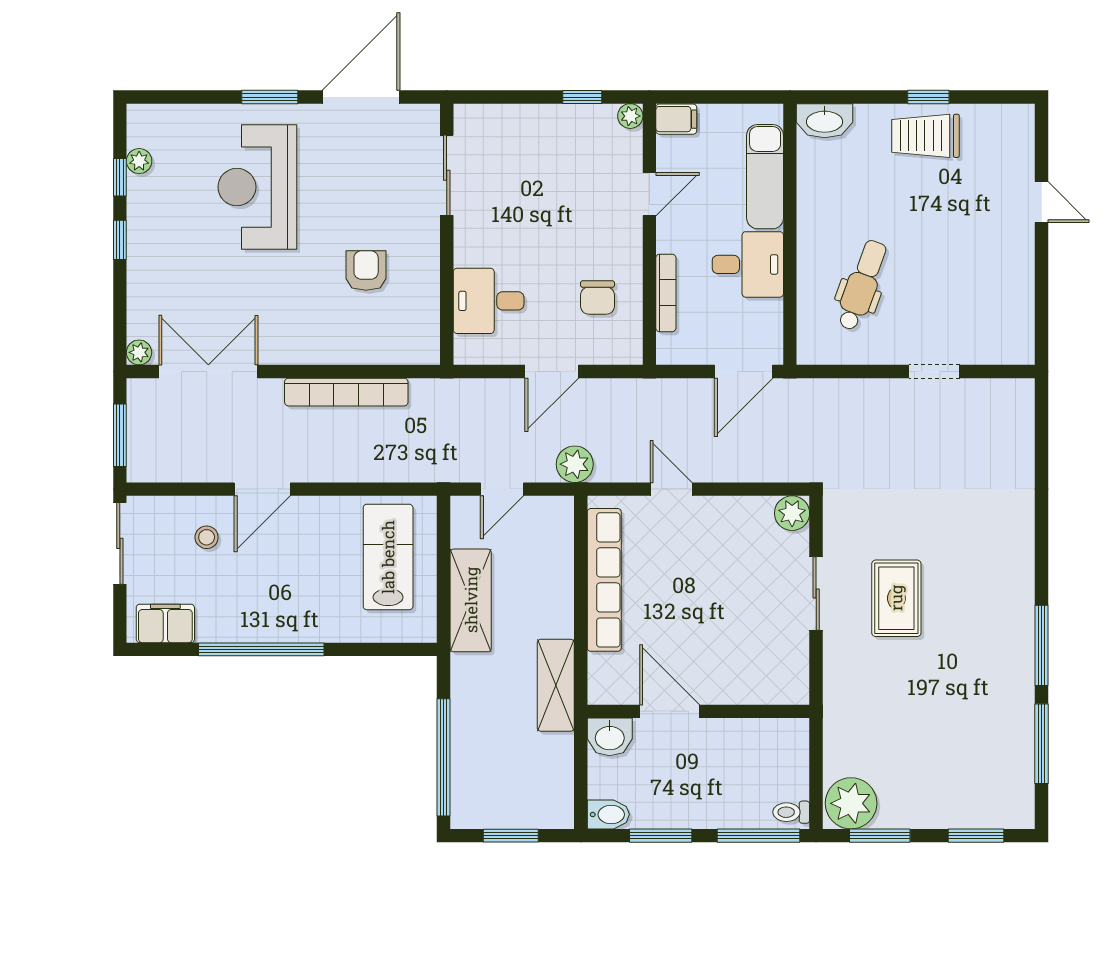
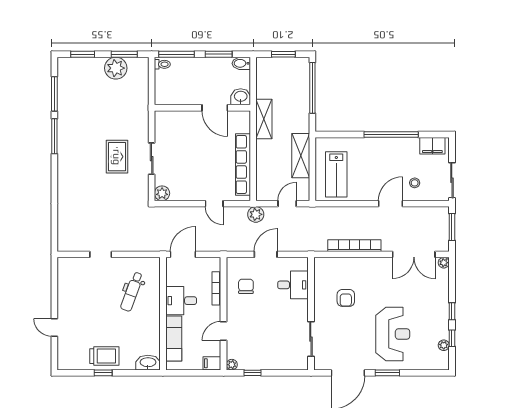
plant: (851, 803) -> (116, 68), moved

